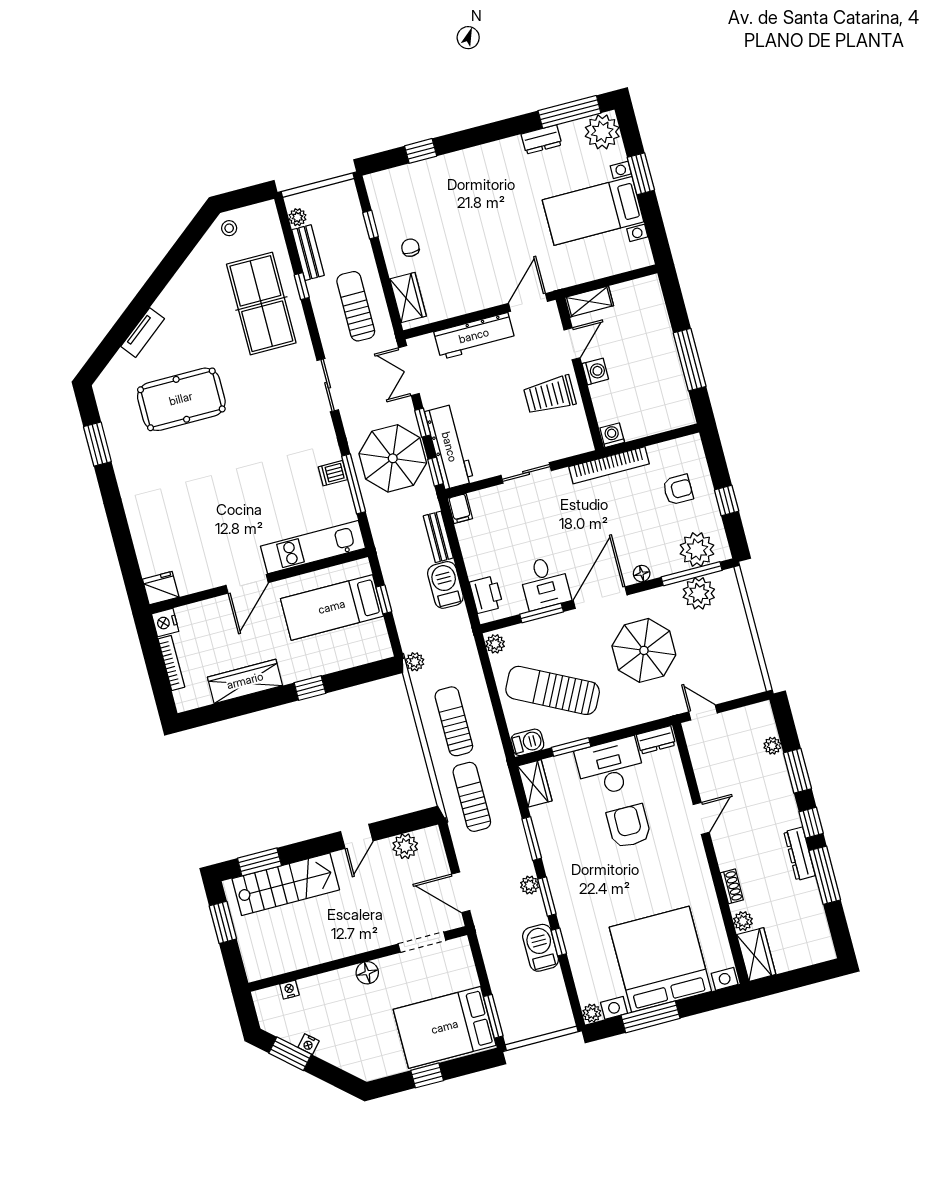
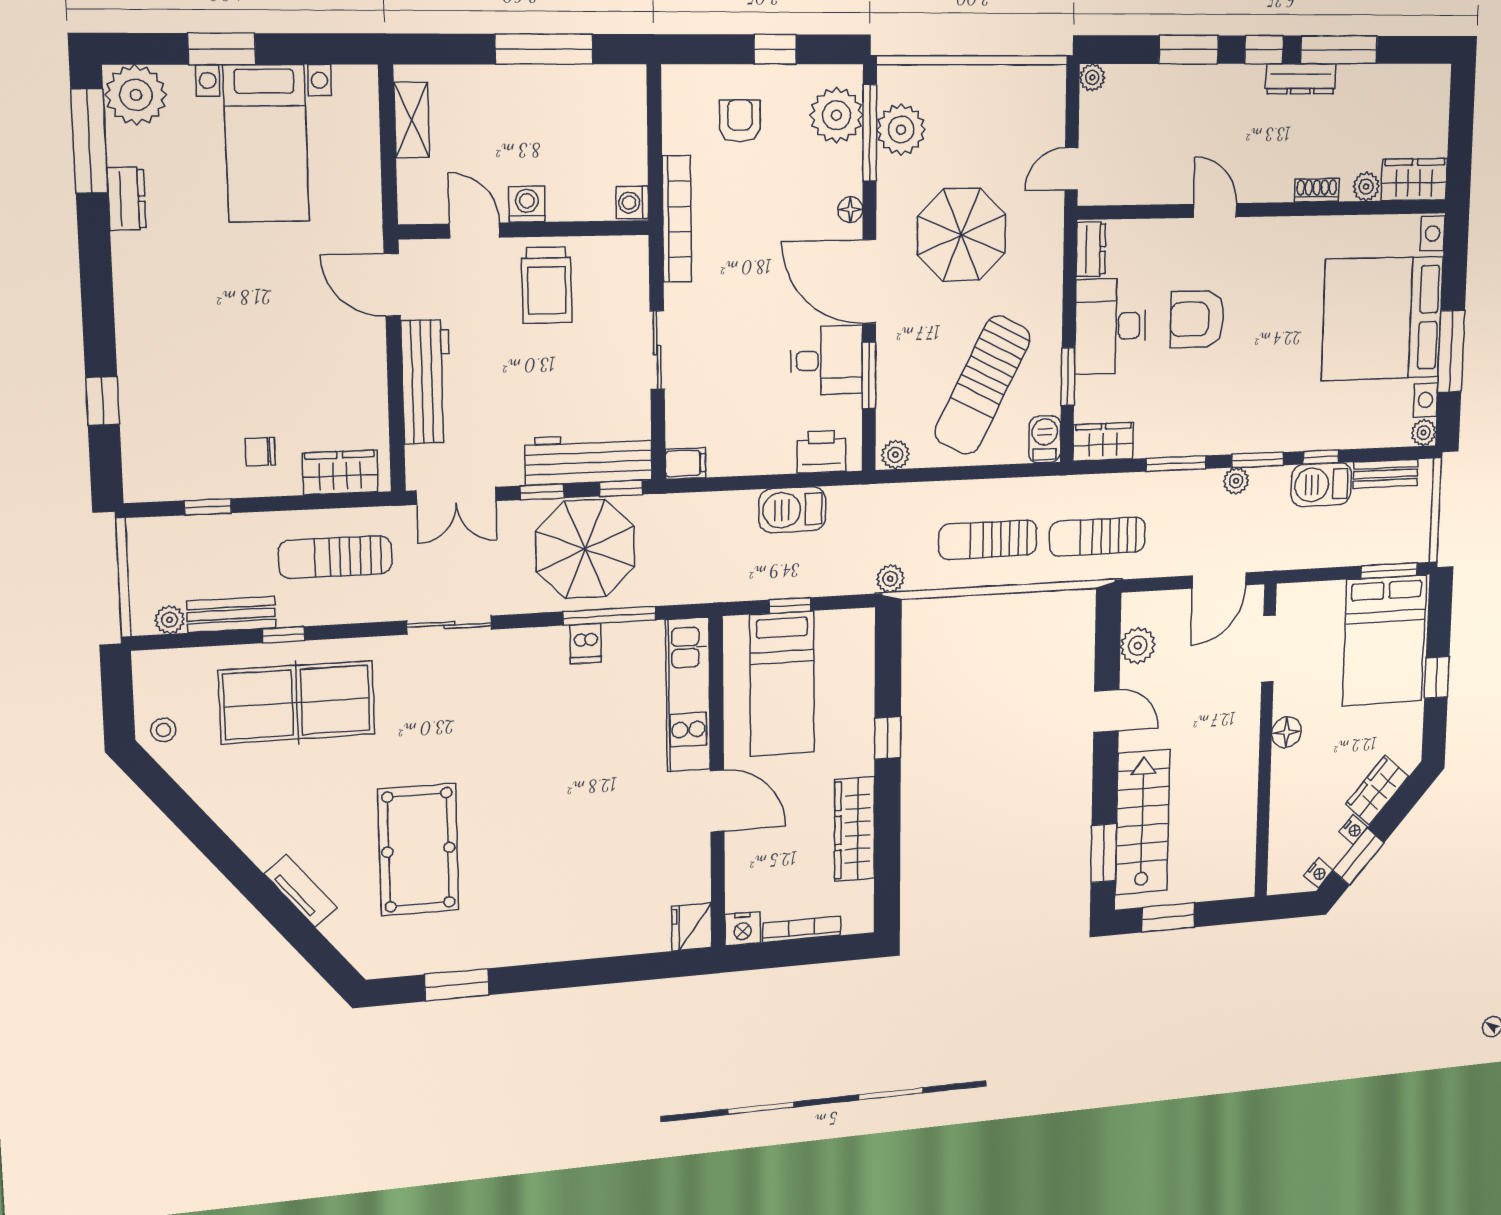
shelving: (589, 302) -> (412, 120), moved
bench: (438, 537) -> (1386, 474), moved
plant: (772, 746) -> (1092, 78), moved
nightstand: (289, 990) -> (1318, 873), moved, turned -139
wardrobe: (340, 1054) -> (1377, 790), added

